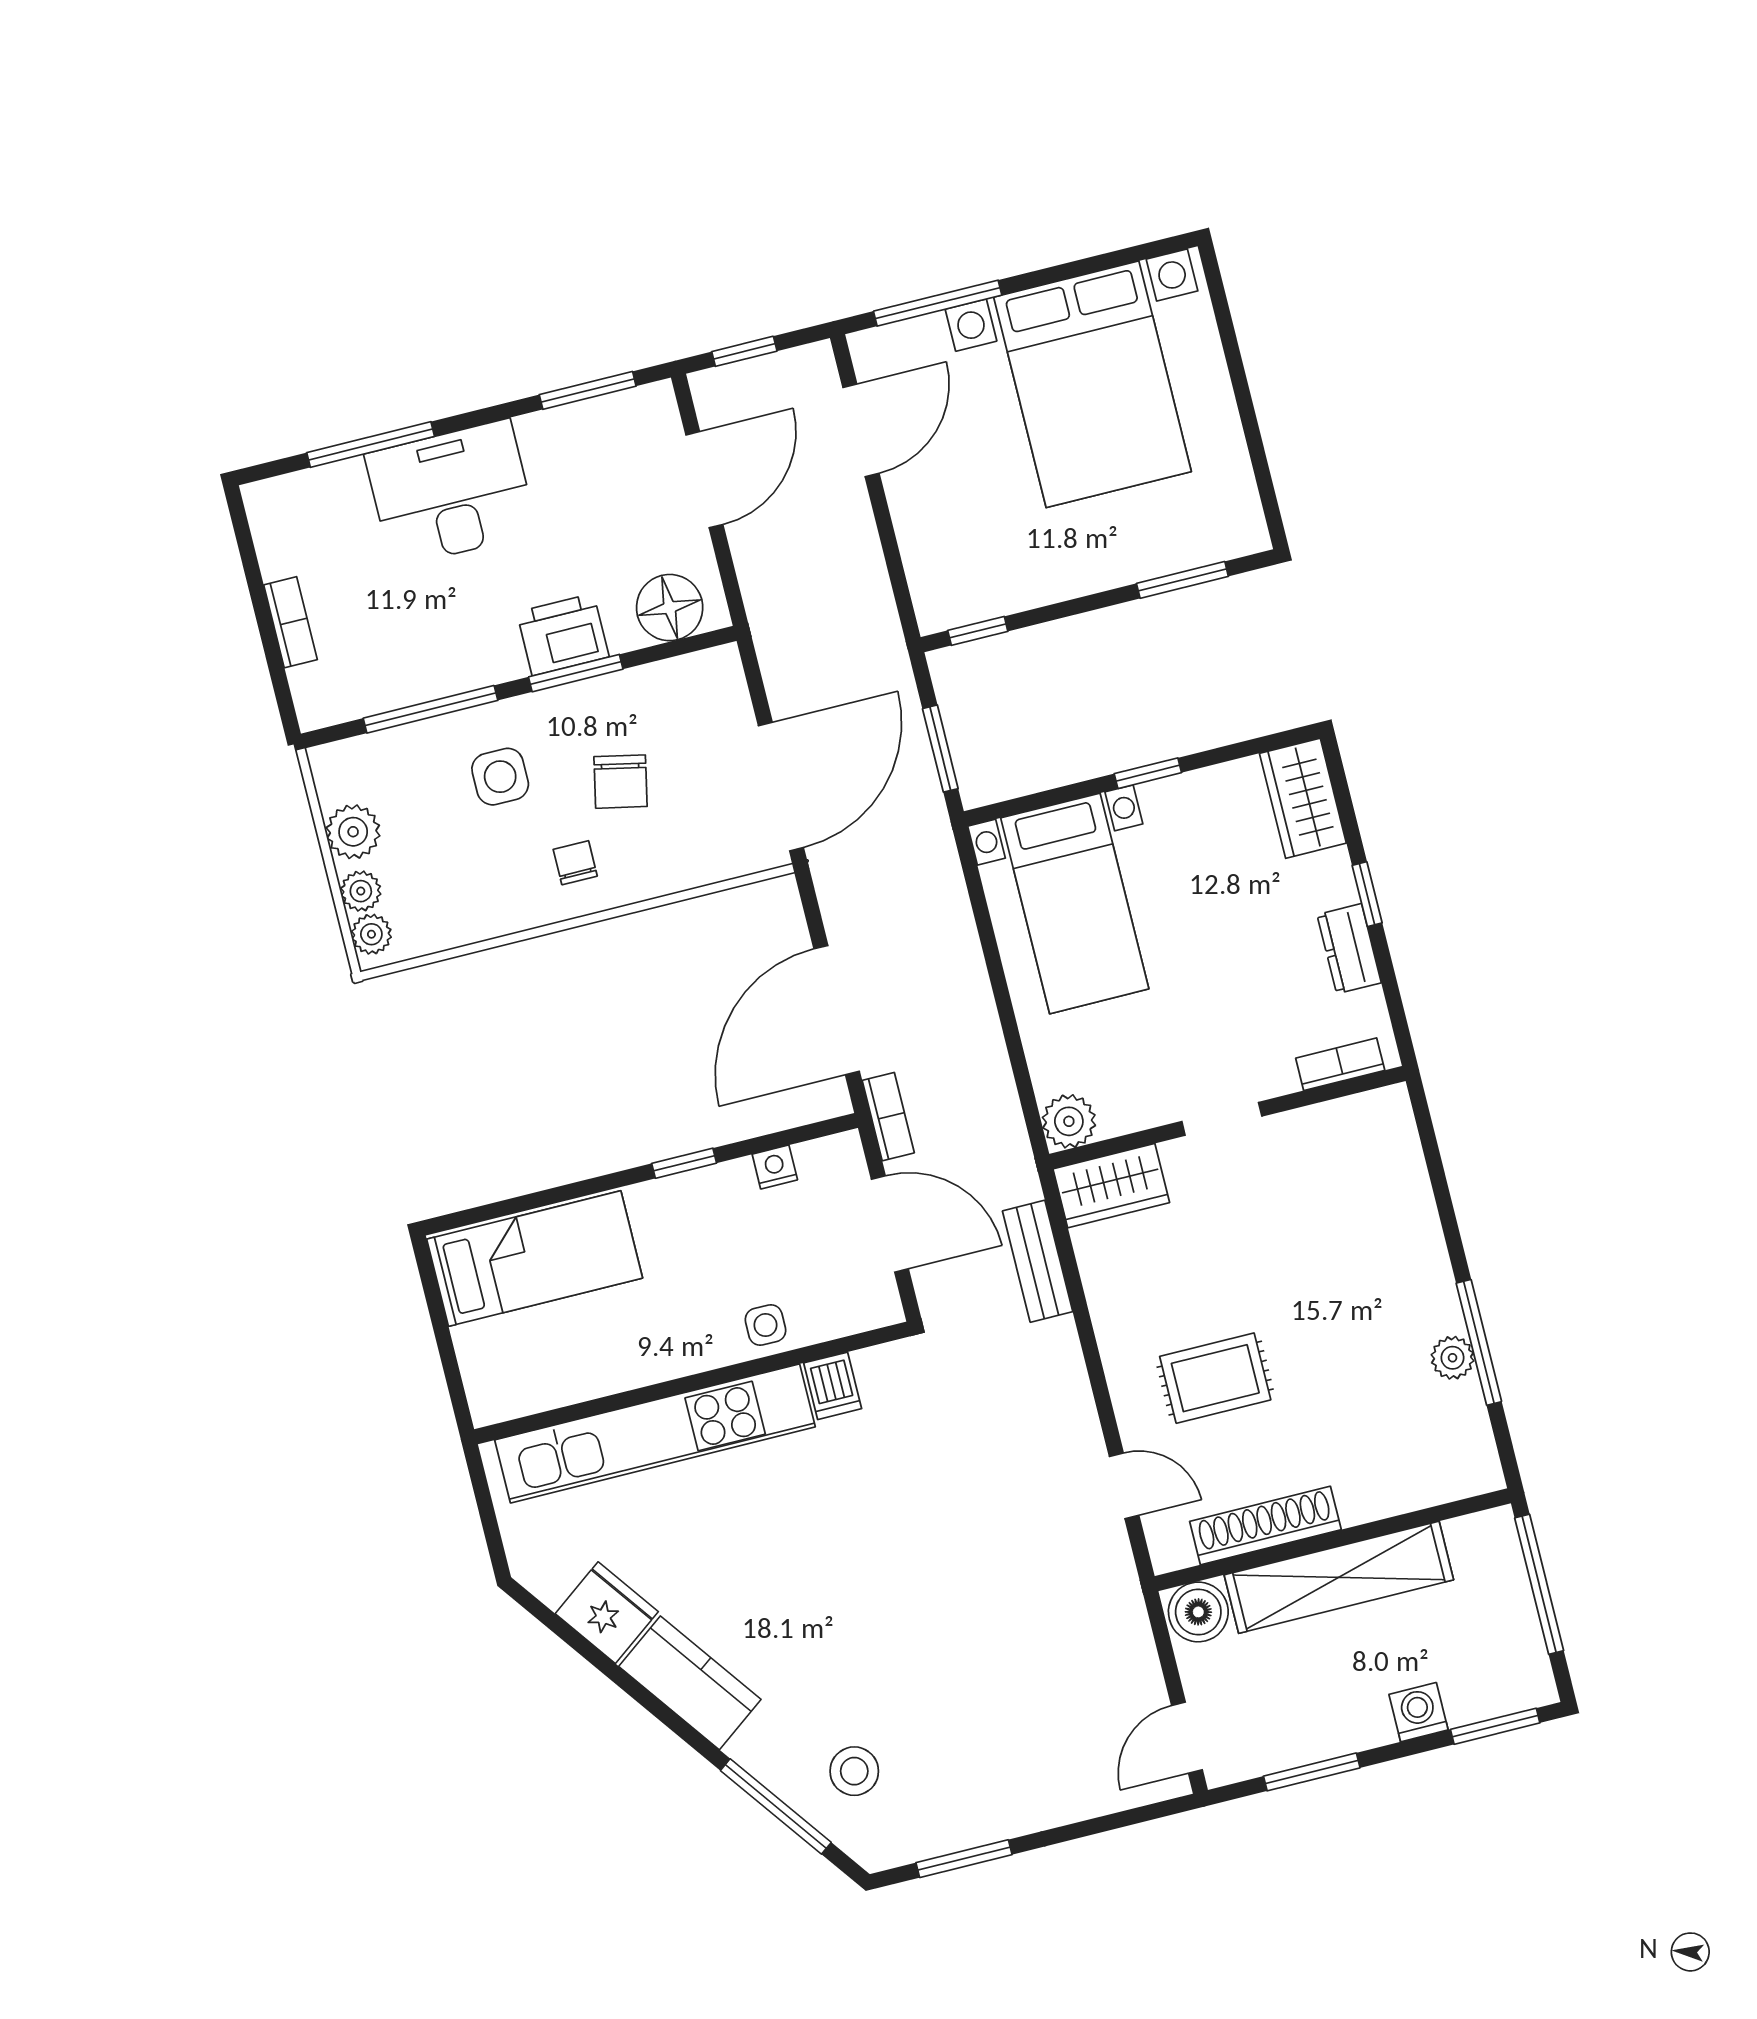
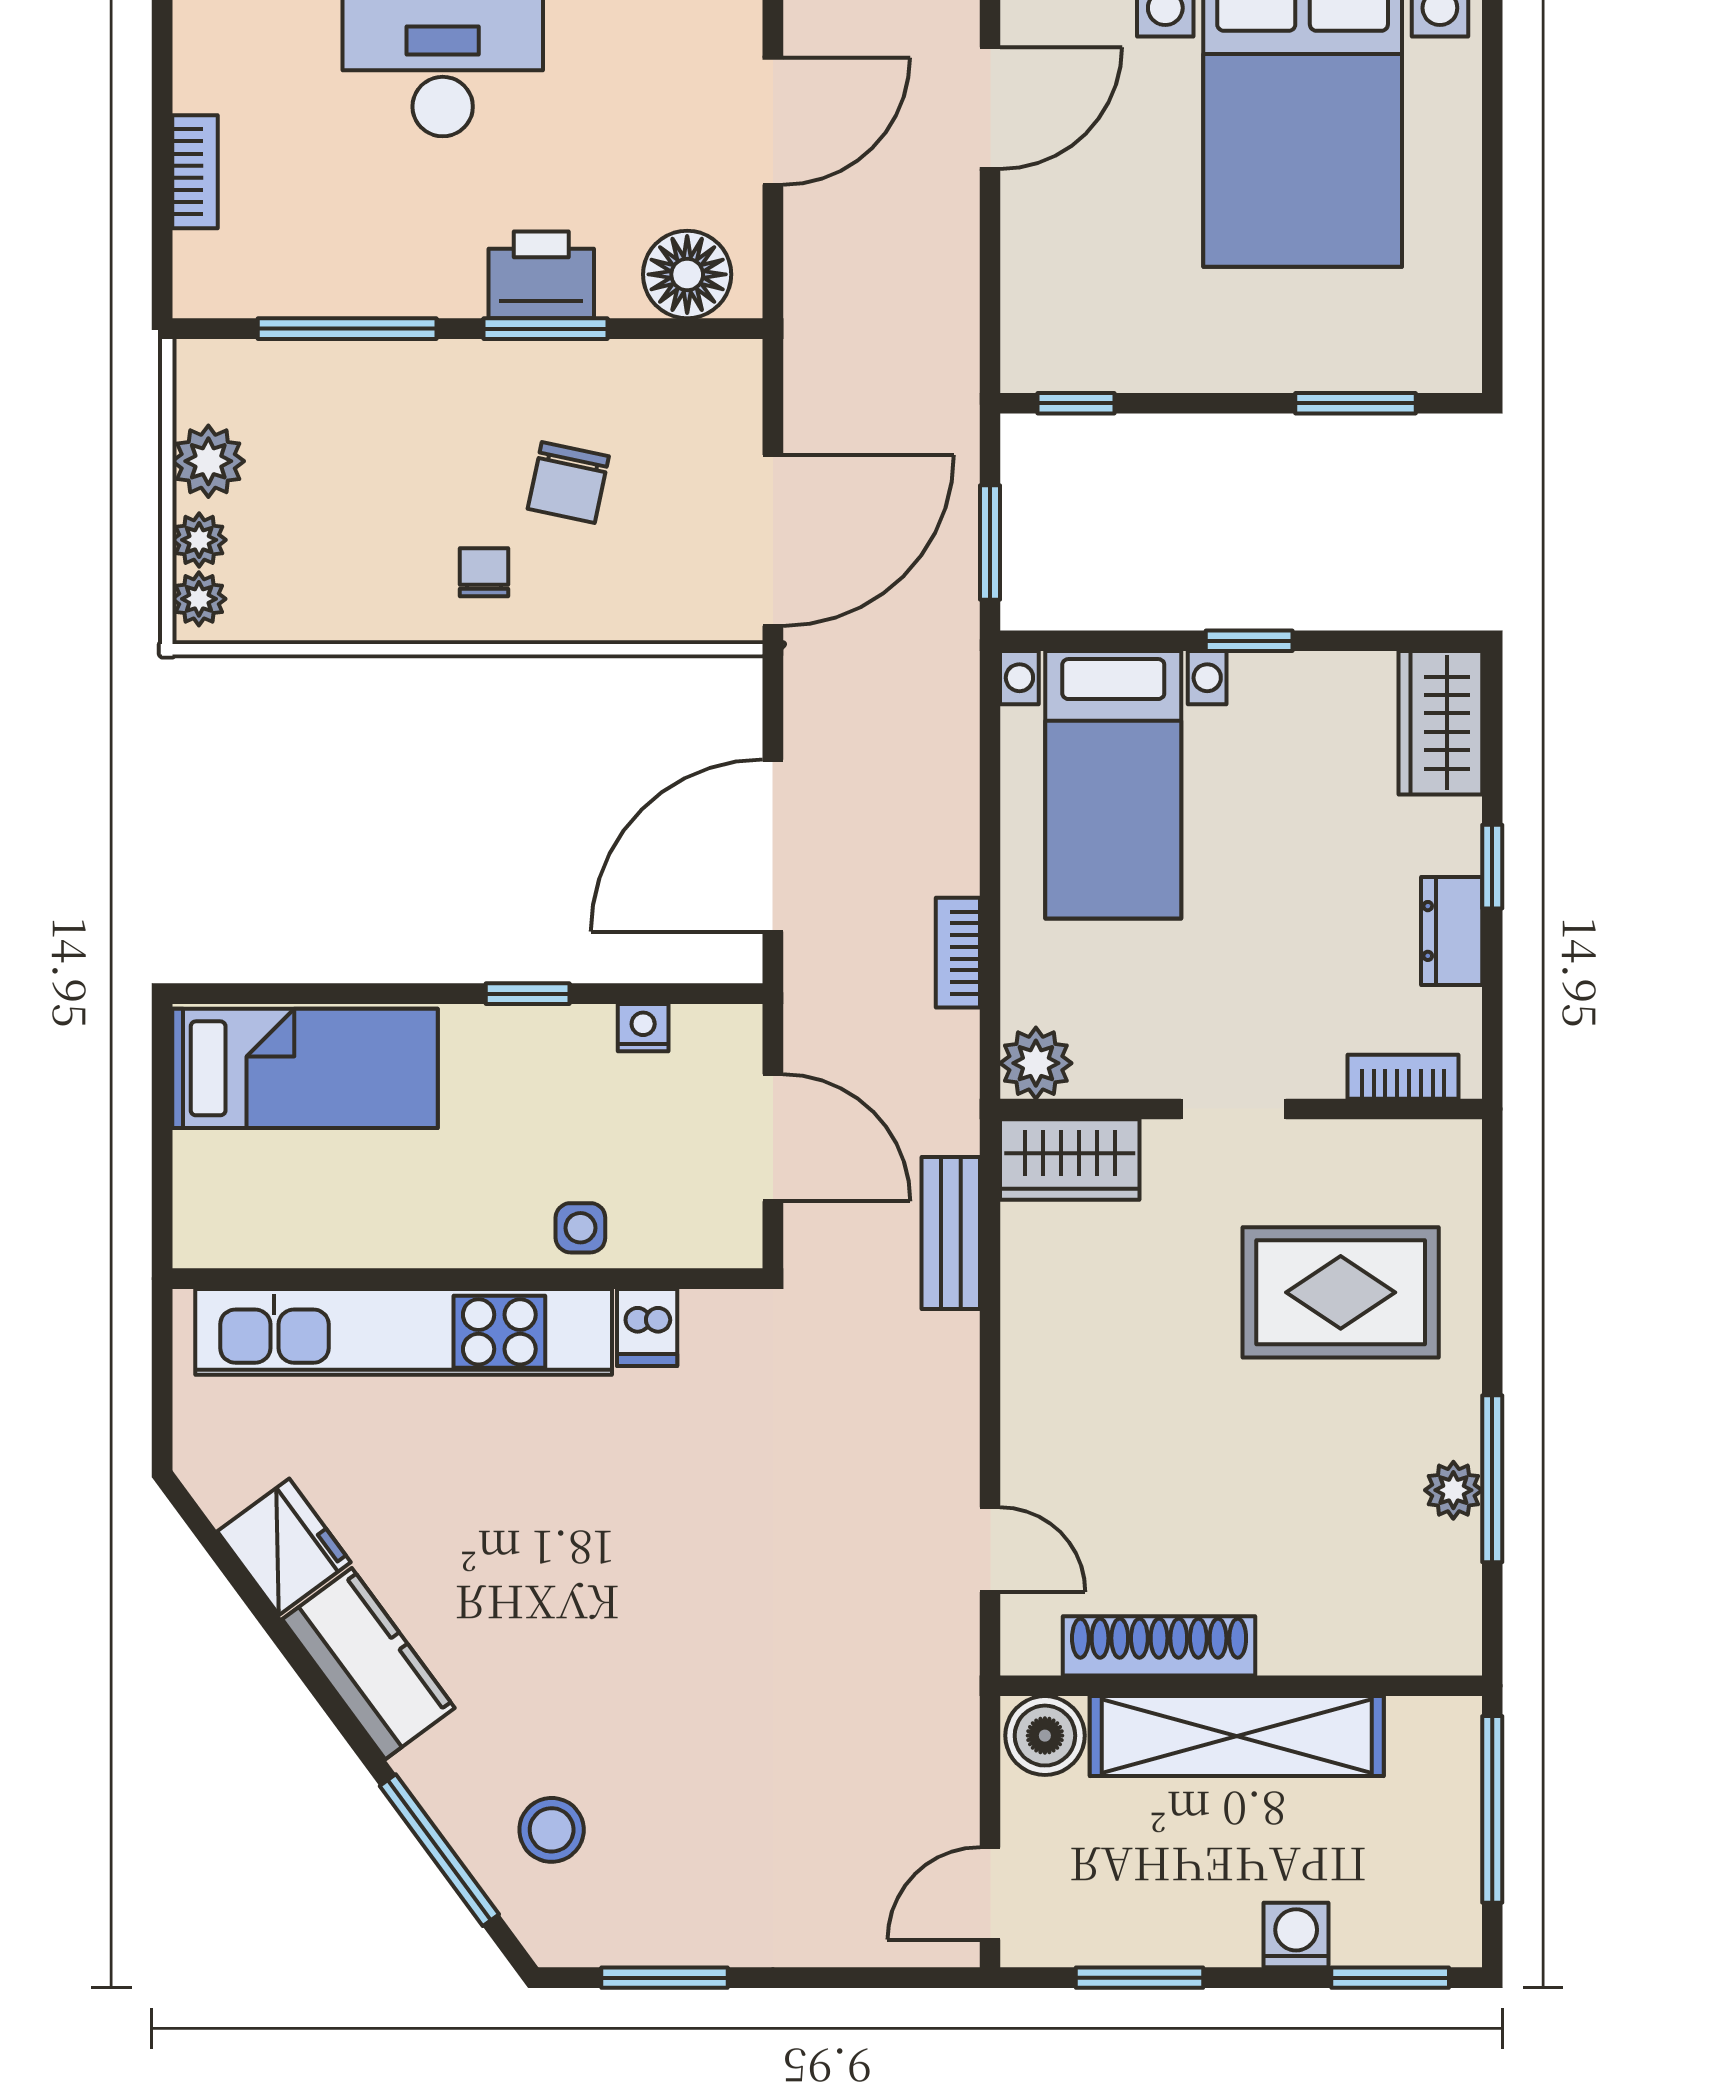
side table: (500, 777) -> (415, 438), removed
bookcase: (888, 1117) -> (958, 953), moved, turned 180
rug: (1215, 1378) -> (1341, 1292), moved, width x1.36, depth x1.43

